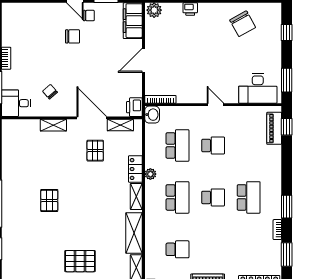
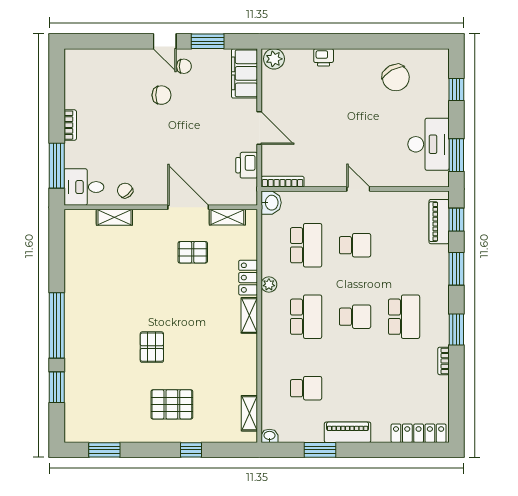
door: (143, 60) -> (259, 128), swing flipped
desk: (258, 88) -> (428, 144), moved, turned -90
chair: (50, 92) -> (125, 191), moved
printer: (134, 107) -> (247, 165), moved
shelving: (53, 125) -> (114, 217), moved
pallet: (95, 151) -> (193, 252), turned 90
pallet: (49, 200) -> (152, 347), moved
shelving: (134, 233) -> (246, 366), removed
window: (287, 255) -> (456, 269), moved

